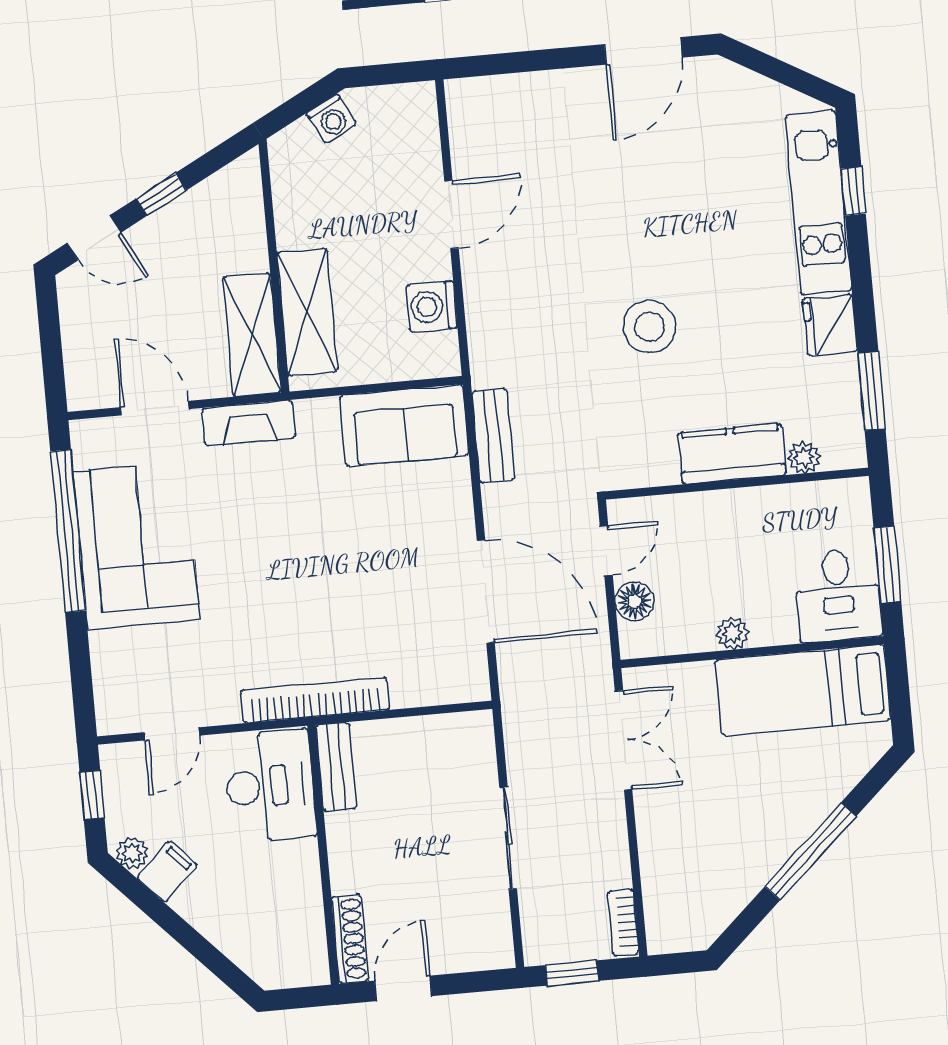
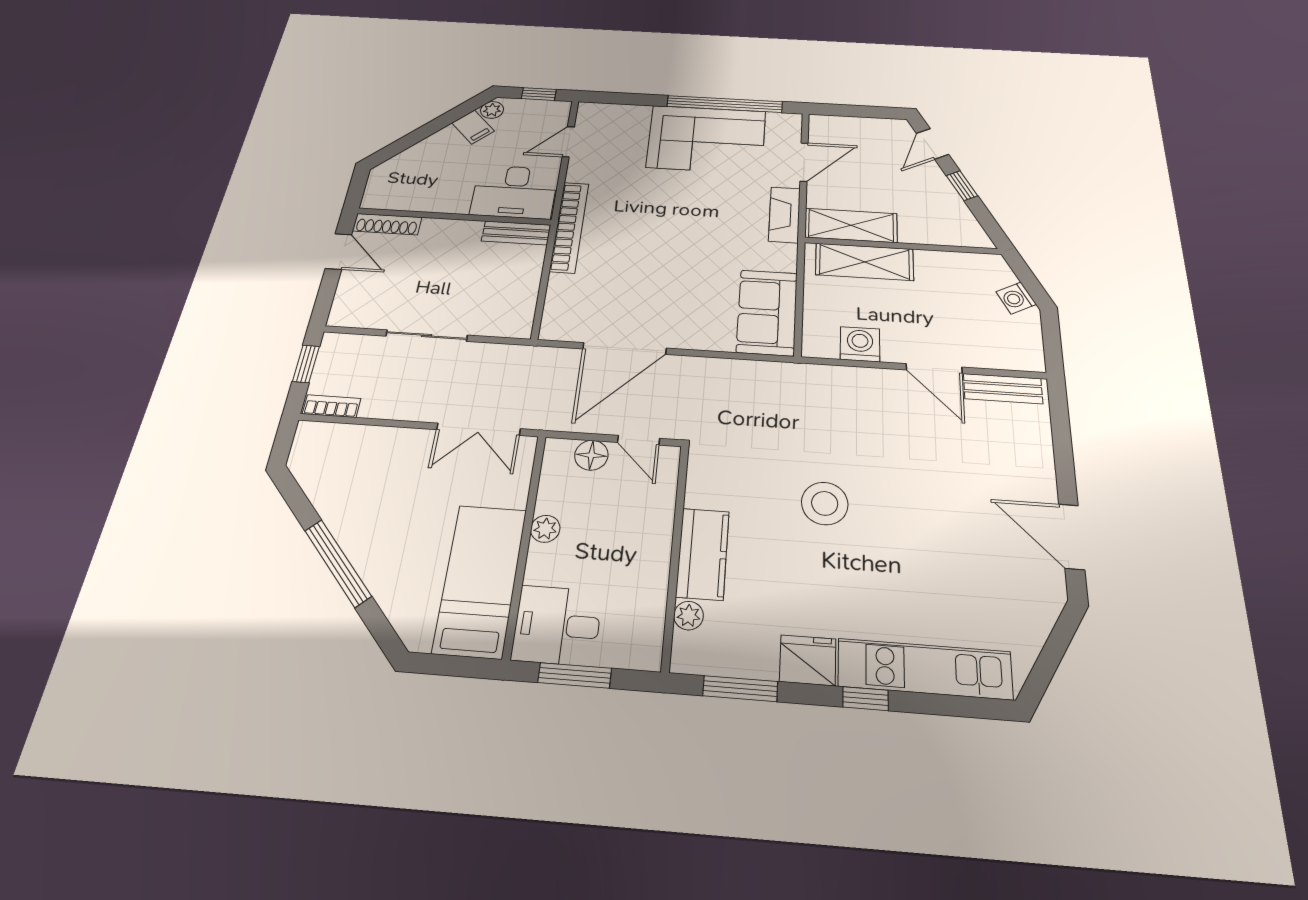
window: (853, 191) -> (865, 699), moved
bench: (493, 436) -> (1003, 389), moved
door: (172, 734) -> (568, 142), hinge flipped

